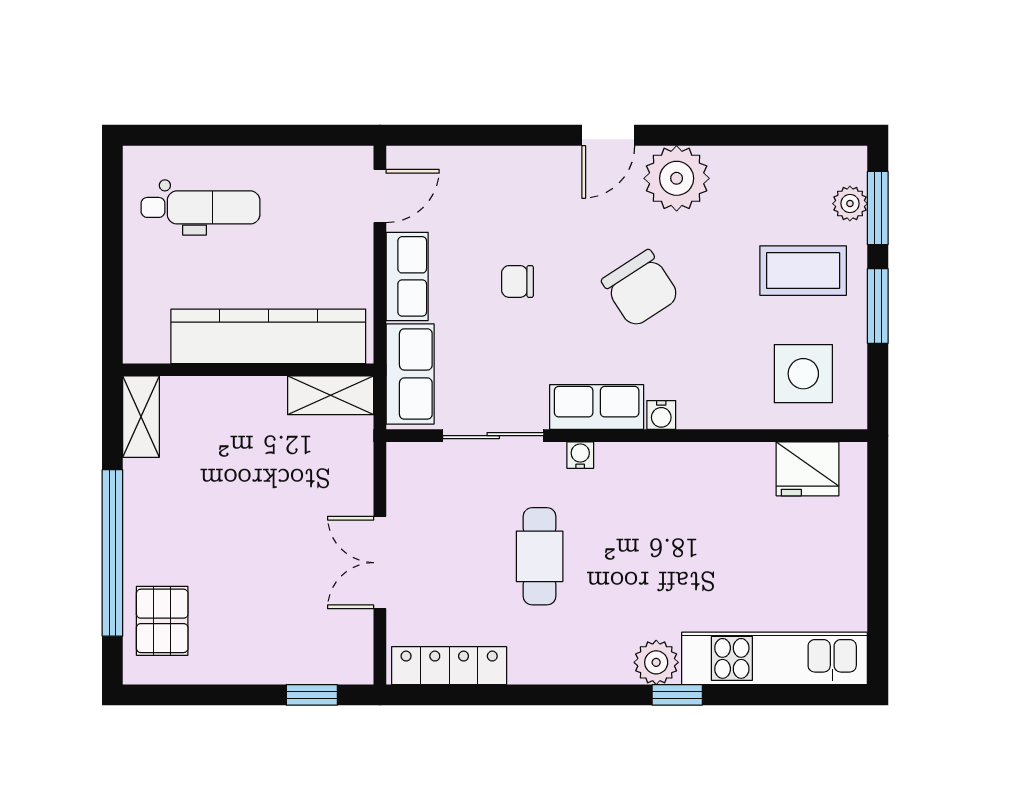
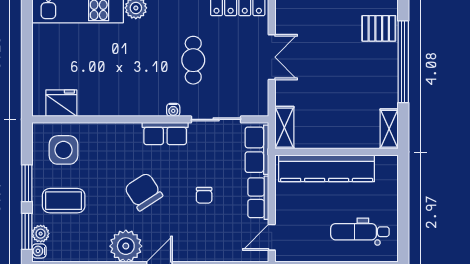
chair: (517, 281) -> (204, 195), turned 90
shelving: (331, 395) -> (284, 128), moved, turned 90
water cooler: (661, 415) -> (39, 251), moved, turned -90
pallet: (162, 621) -> (379, 28), turned 90

